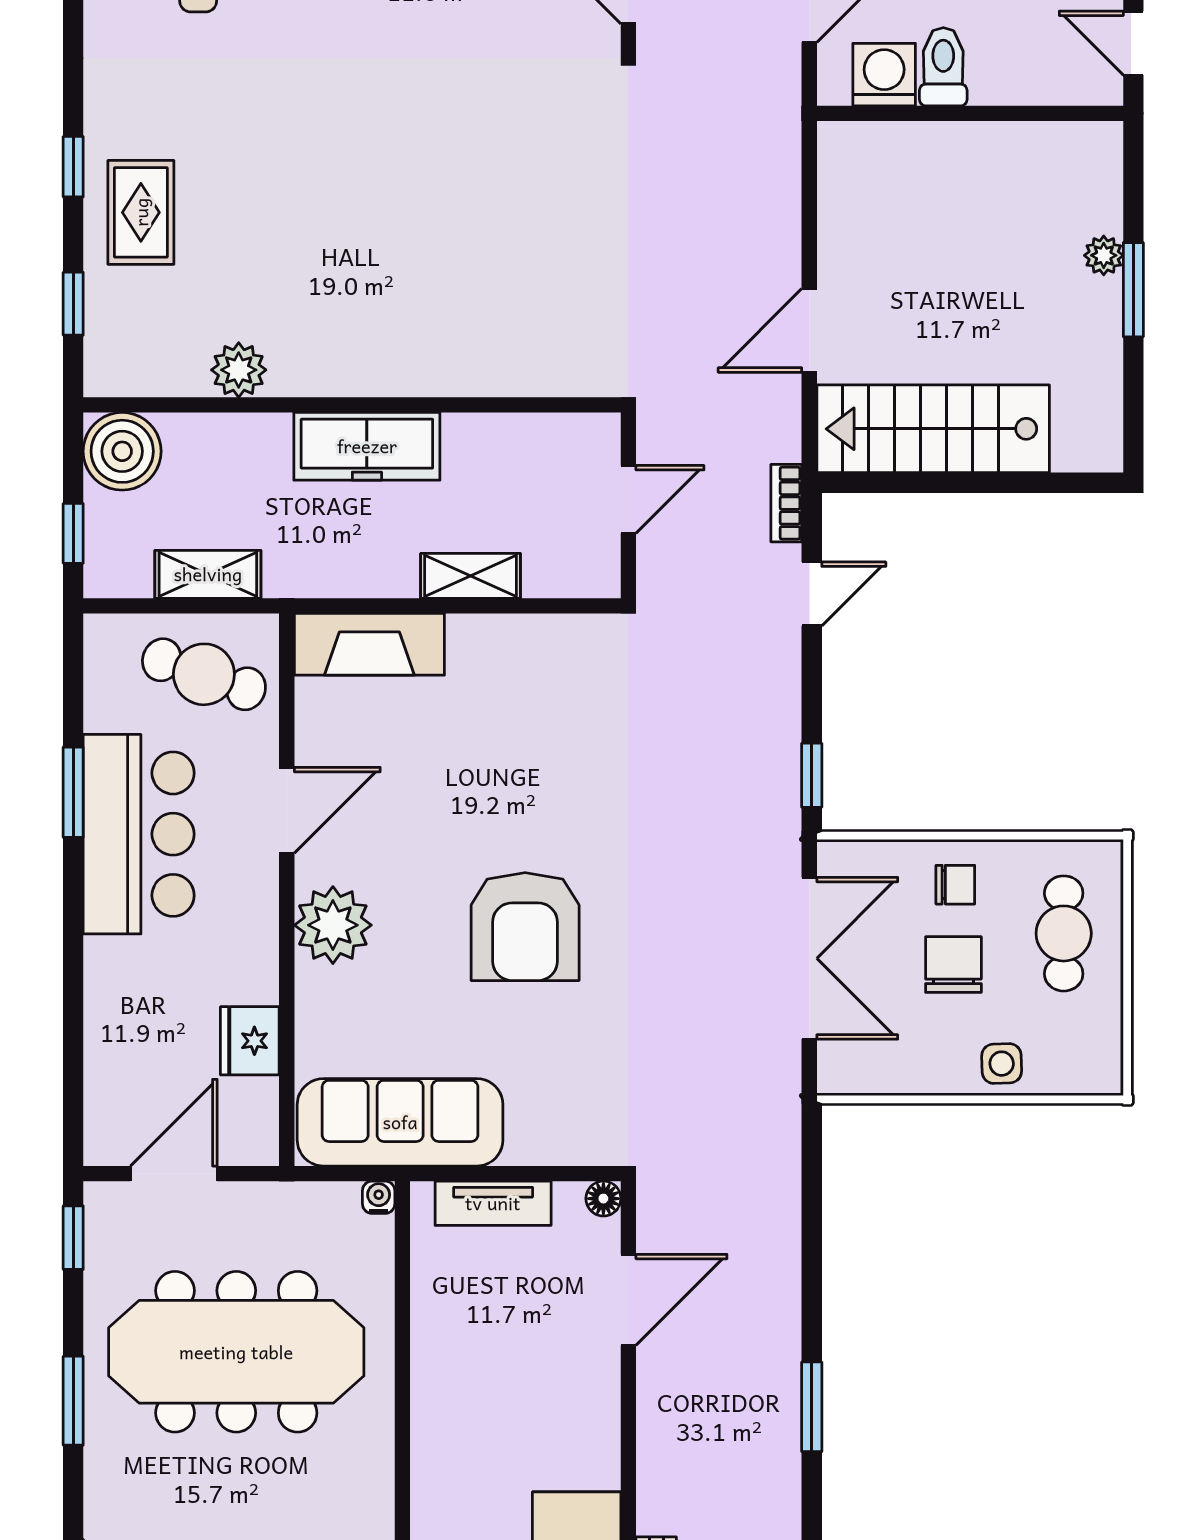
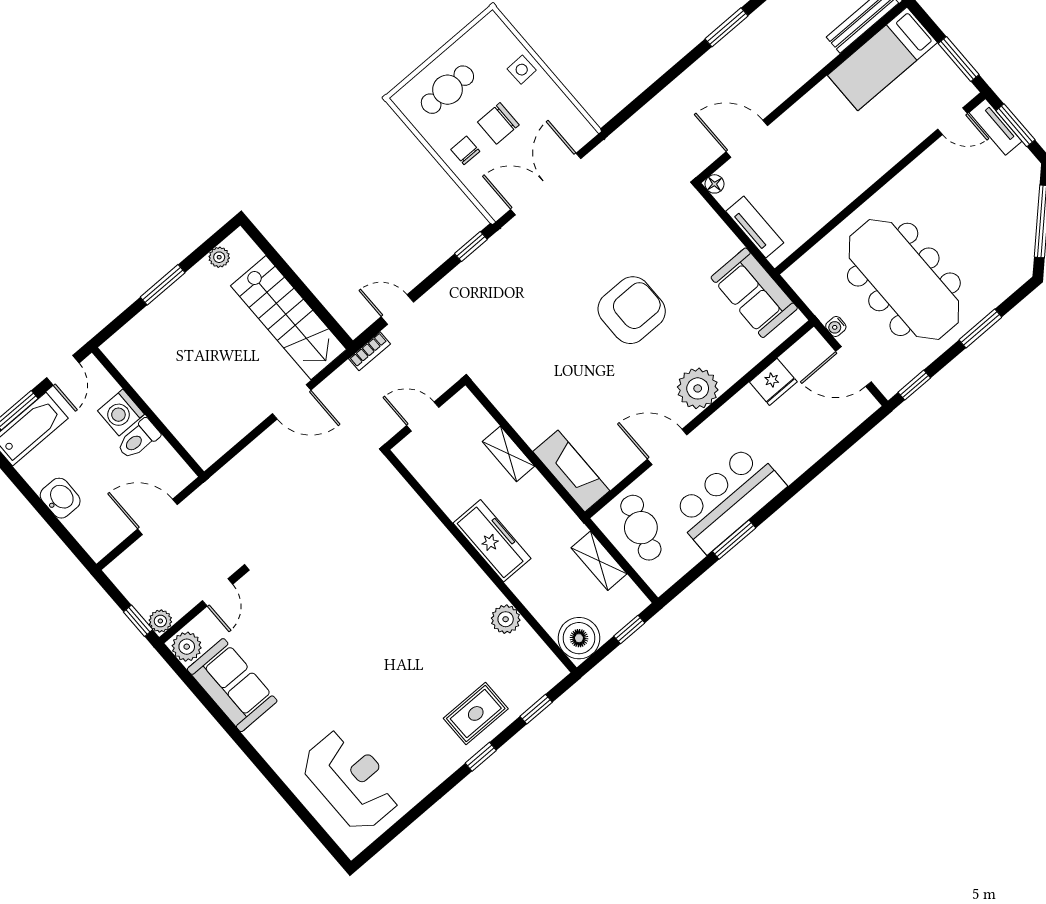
washing machine: (884, 75) -> (121, 412), moved
plant: (1104, 255) -> (219, 257), moved
sofa: (400, 1122) -> (754, 293), width x0.73
water cooler: (379, 1197) -> (836, 327), moved

